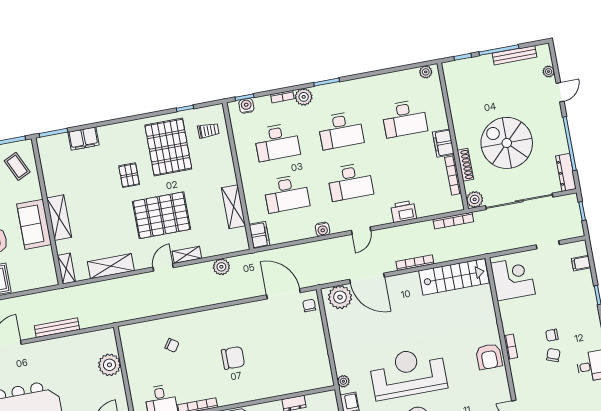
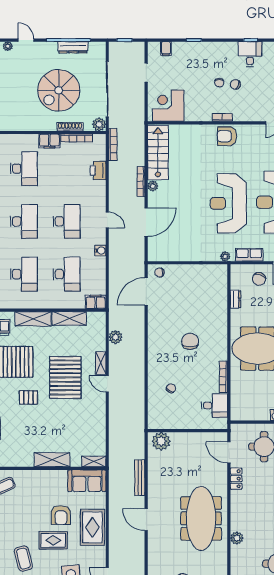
dresser: (566, 172) -> (73, 47), moved
printer: (404, 211) -> (98, 170), moved
sofa: (34, 224) -> (87, 481), moved
shelving: (111, 266) -> (33, 319), moved, turned 90
plant: (340, 297) -> (153, 186), moved, width x0.53, depth x0.53
armchair: (489, 357) -> (227, 136), turned 180
plant: (109, 365) -> (161, 441), moved

